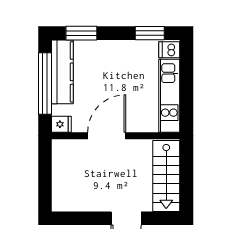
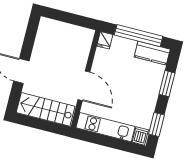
window: (81, 33) -> (167, 84), moved
kitchen counter: (62, 72) -> (152, 53), width x0.67
door: (107, 136) -> (84, 86), moved

